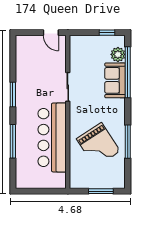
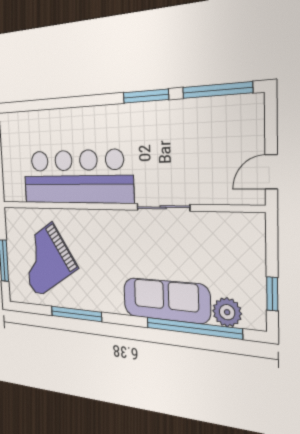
sofa: (115, 80) -> (166, 300), width x1.36
window: (13, 141) -> (217, 90), moved
grand piano: (98, 145) -> (45, 260), moved

